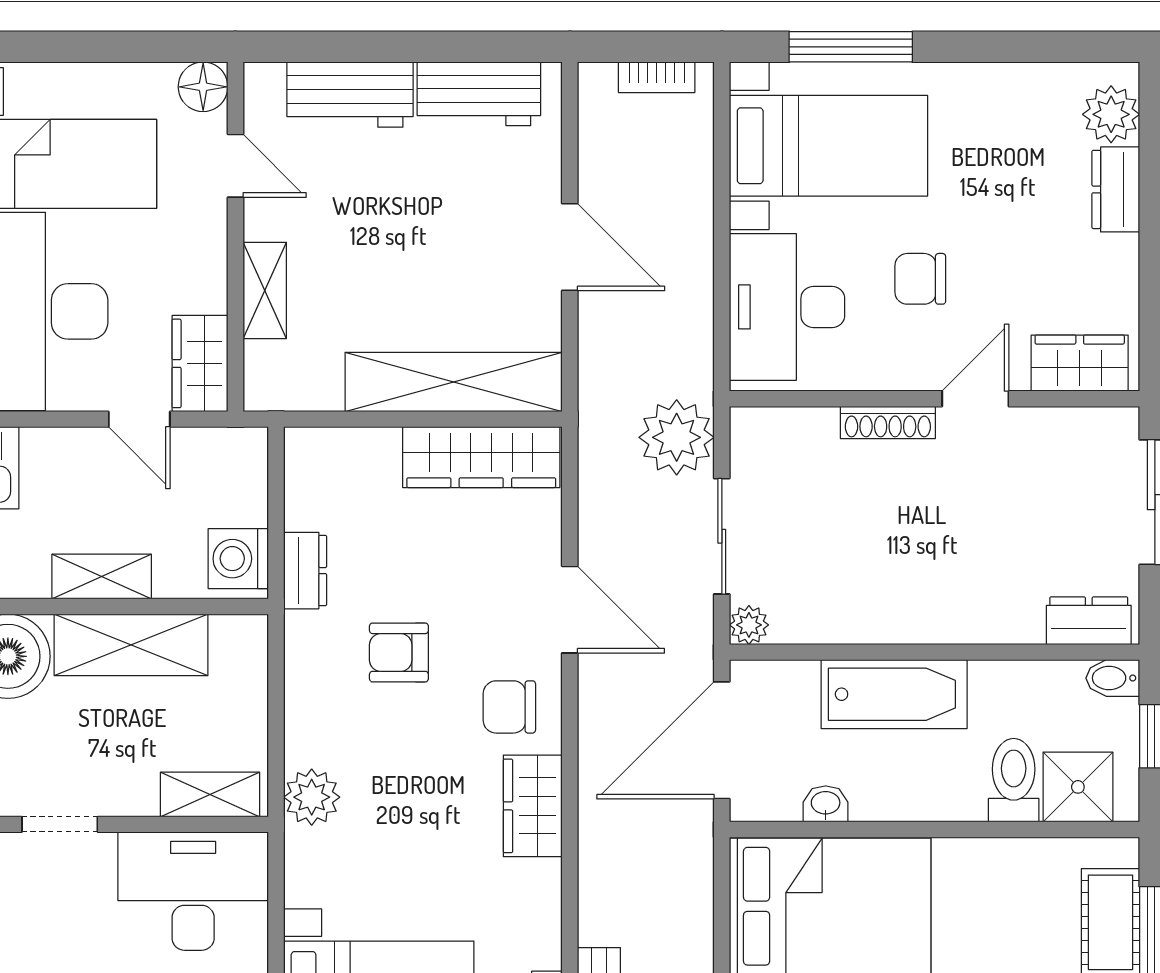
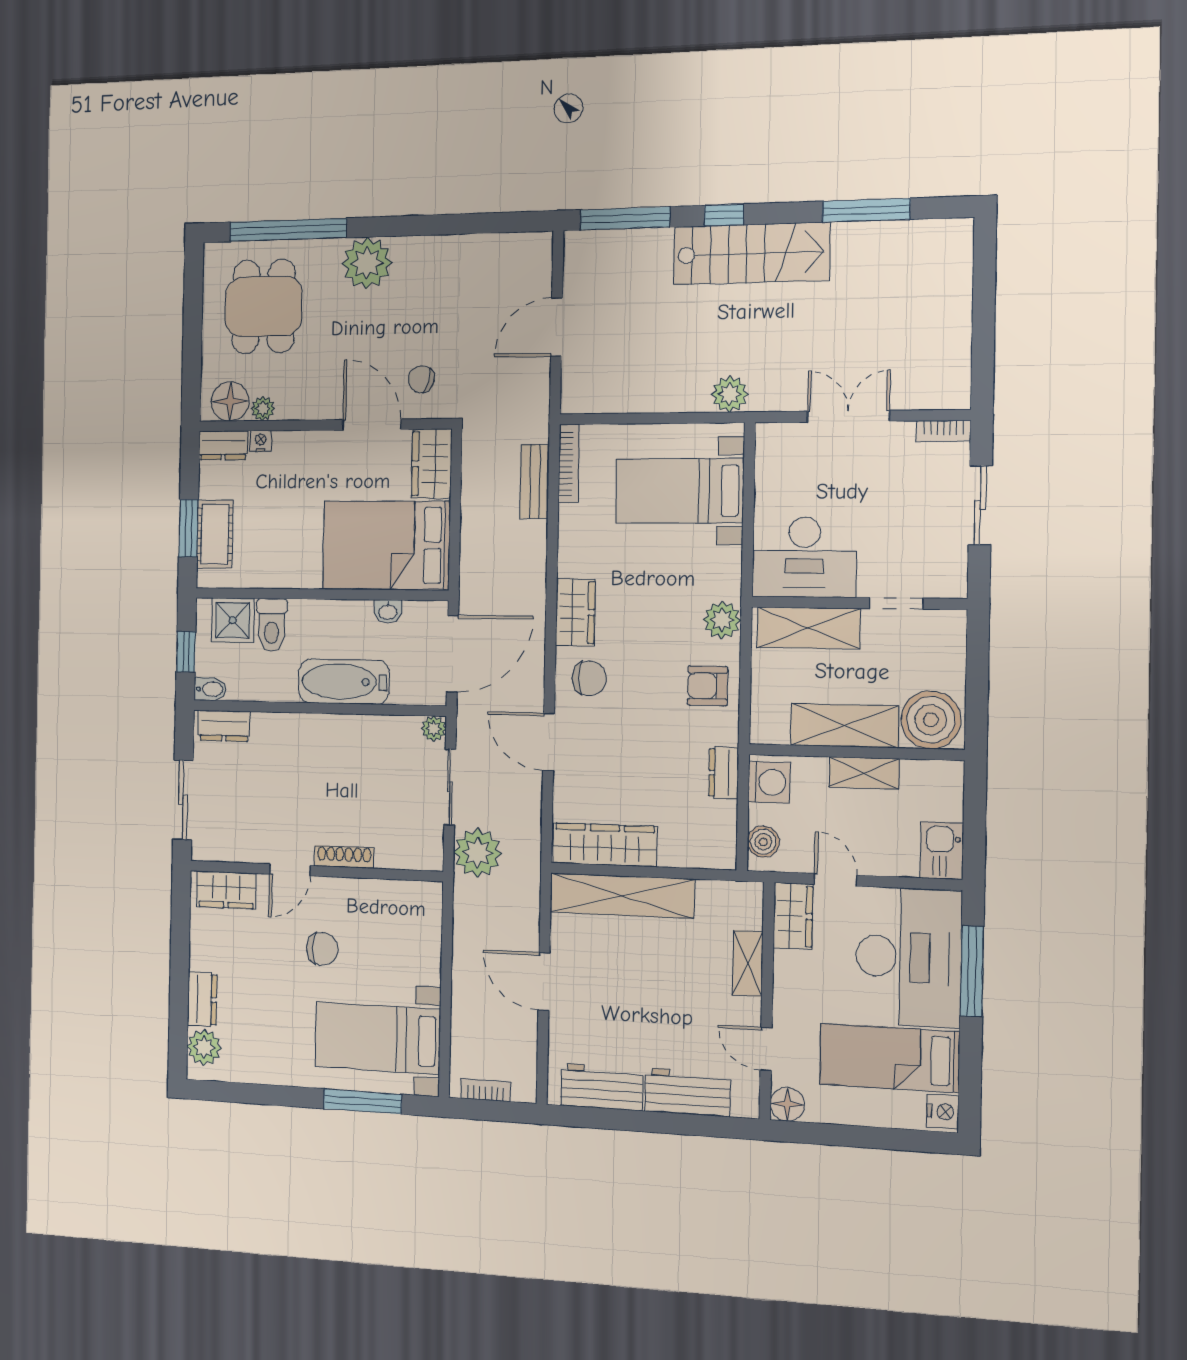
desk: (787, 307) -> (406, 935), removed
boiler: (245, 471) -> (763, 842), added
armchair: (399, 652) -> (708, 686), moved, turned 180
shelving: (210, 794) -> (808, 628), width x1.50, depth x1.33

